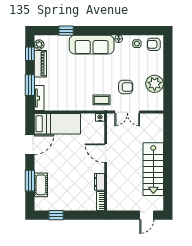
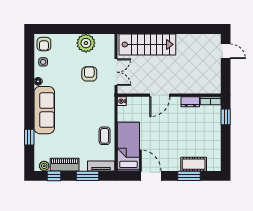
coffee table: (101, 100) -> (105, 136), moved
stairs: (153, 169) -> (147, 44), moved
window: (56, 215) -> (226, 117), moved

